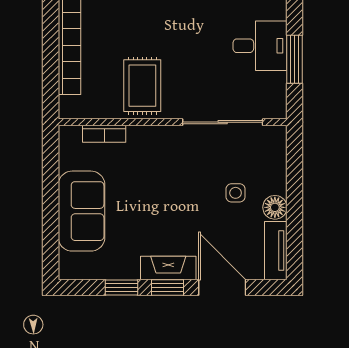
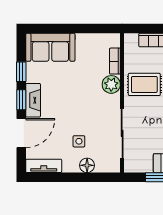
plant: (142, 140) -> (111, 84), added
floor lamp: (275, 207) -> (87, 165), moved
sofa: (81, 211) -> (50, 47), moved

